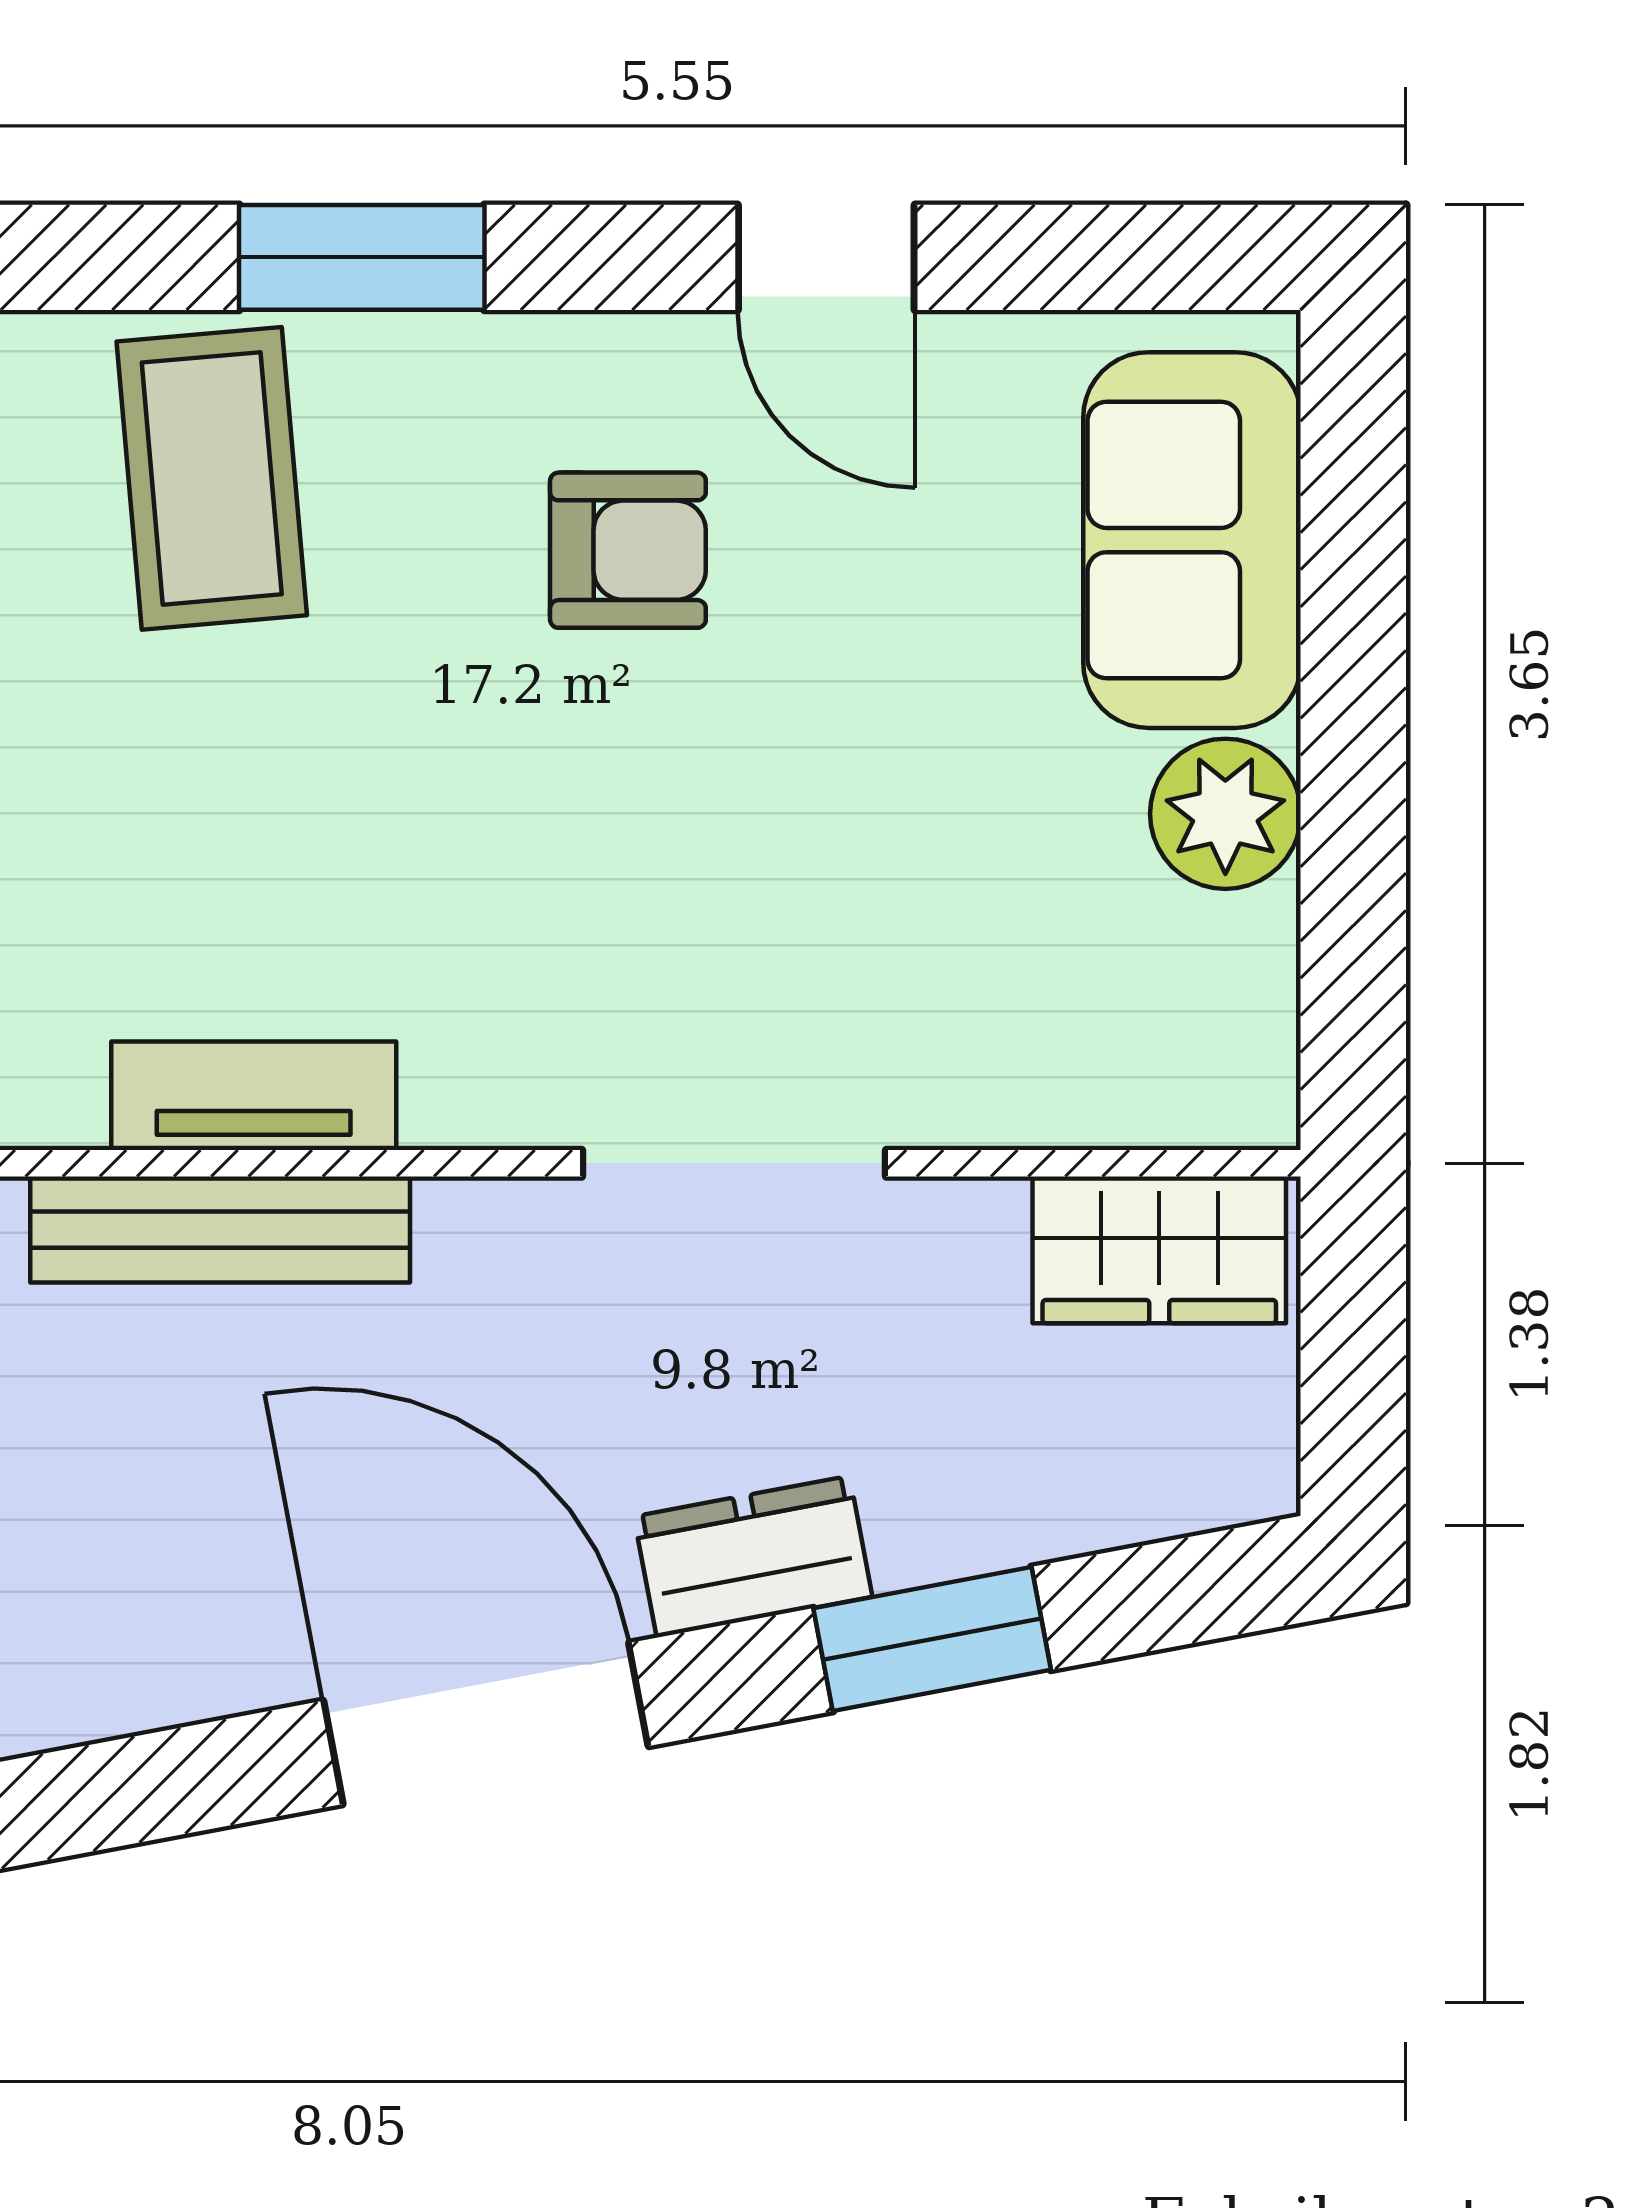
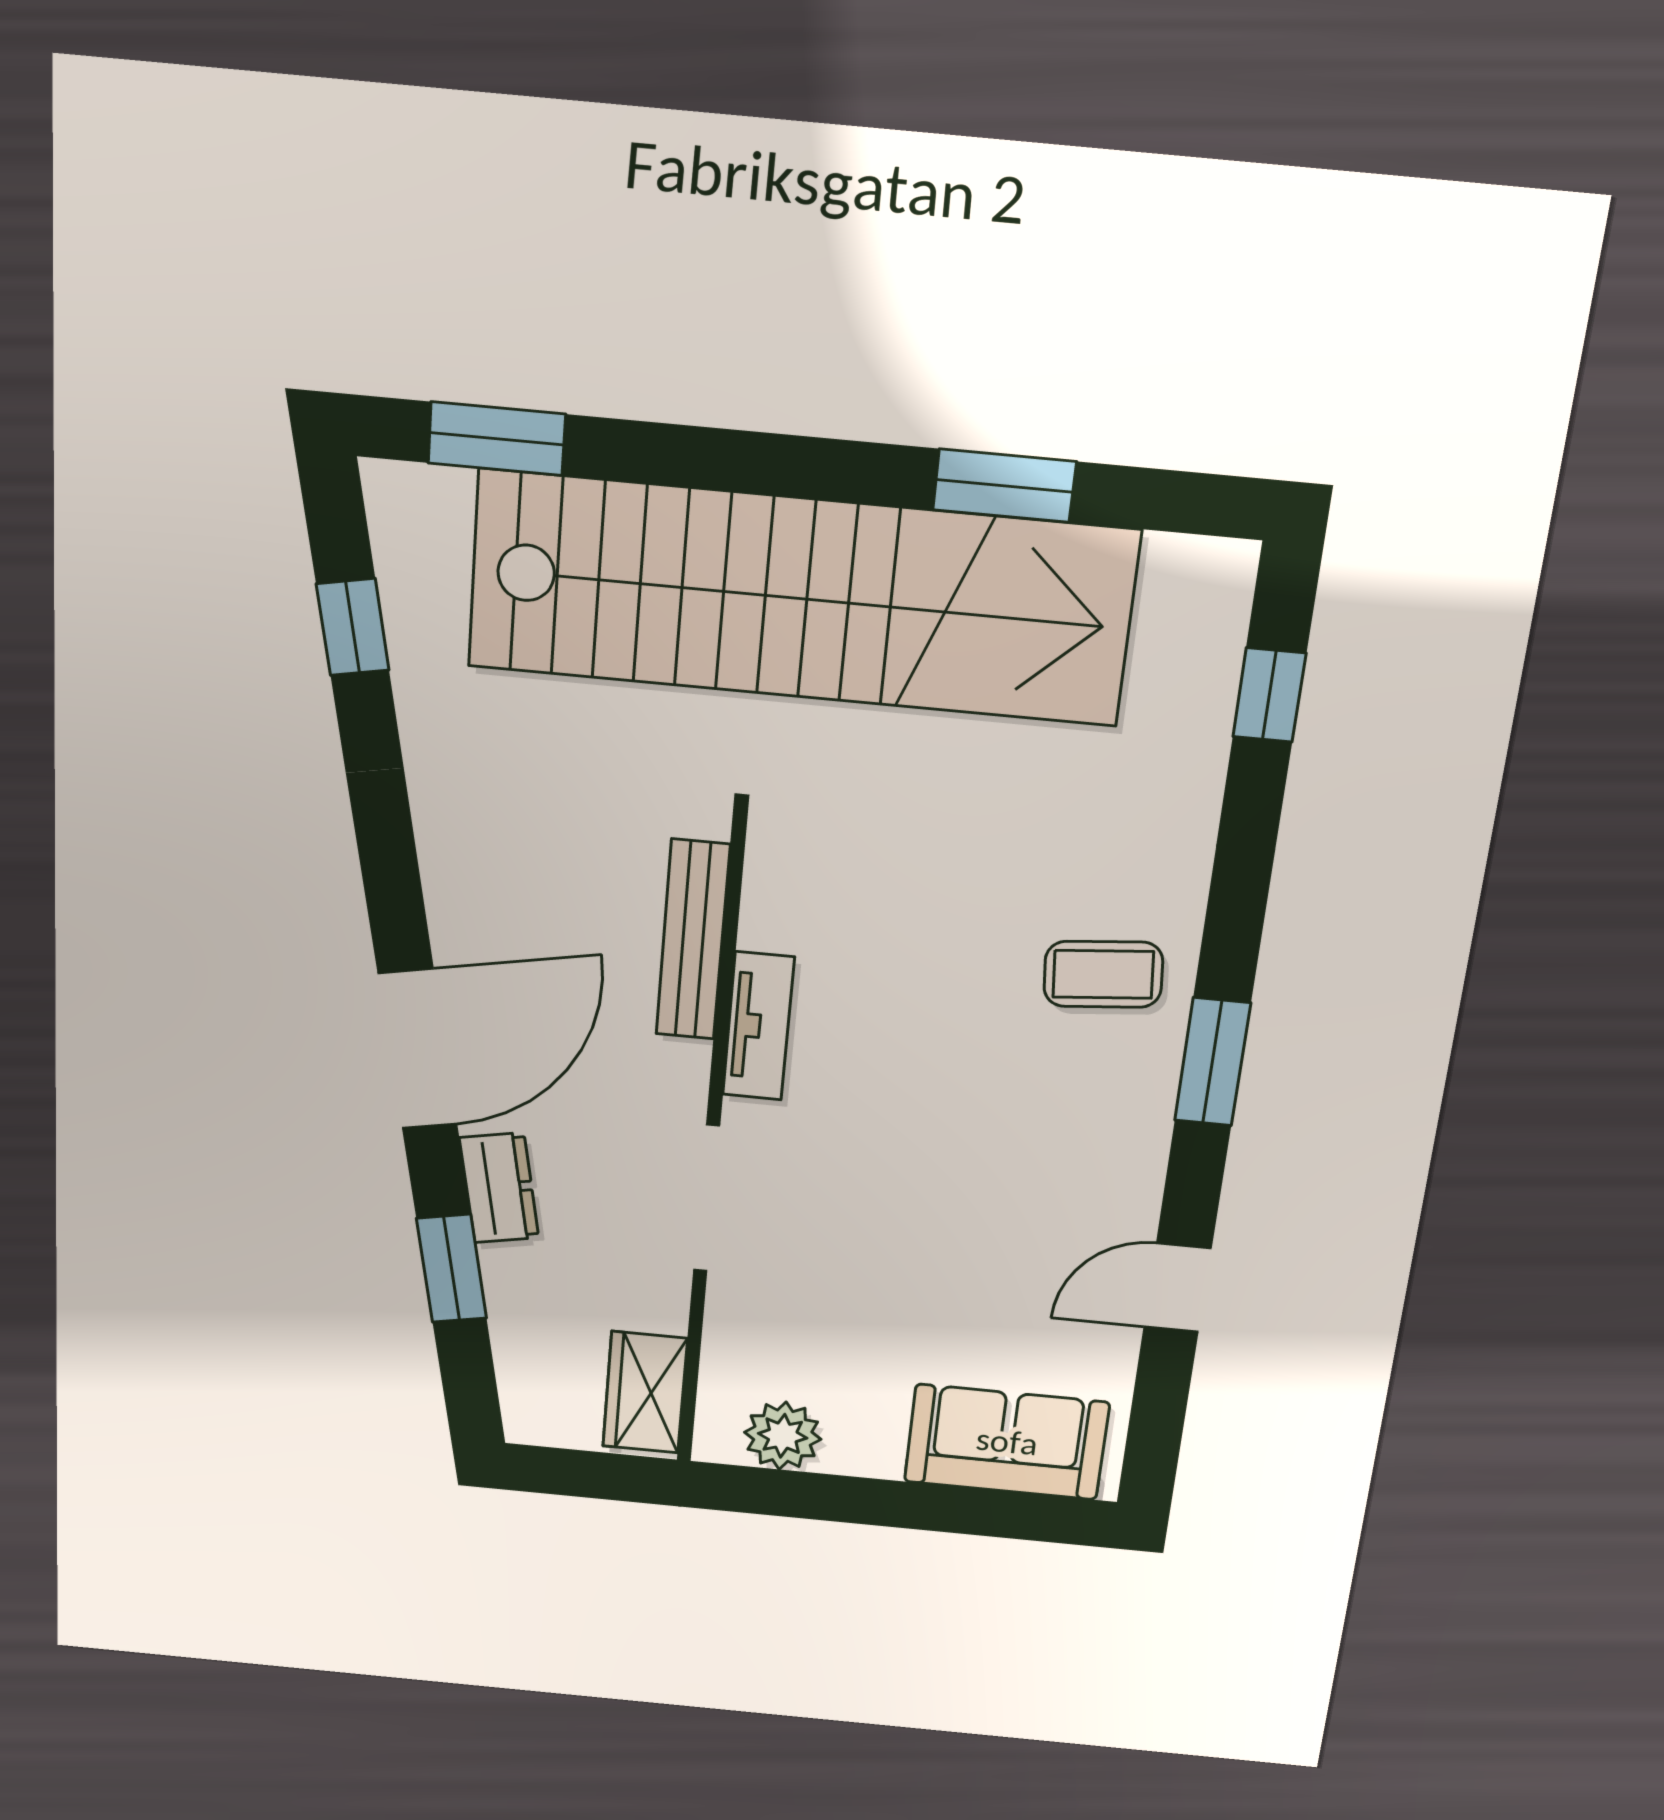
coffee table: (212, 478) -> (1103, 974), width x0.73, depth x0.77
armchair: (628, 550) -> (1036, 1178), removed
plant: (1225, 814) -> (783, 1436), moved
tv unit: (254, 1096) -> (758, 1026), moved

